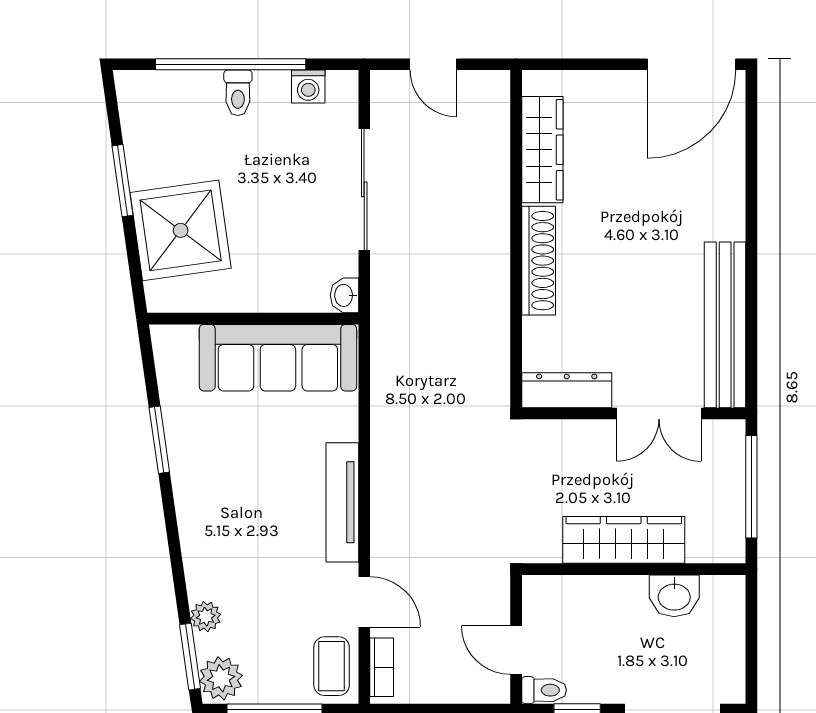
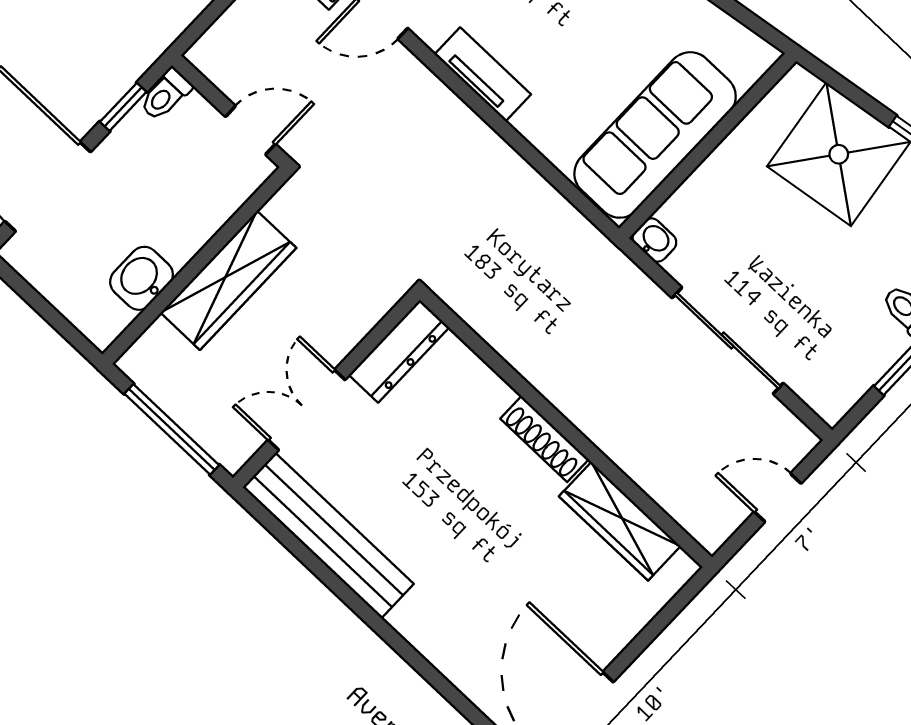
washing machine: (308, 87) -> (858, 375), removed
shoe rack: (539, 261) -> (544, 439), width x0.74, depth x0.81
tv unit: (342, 502) -> (483, 74), width x0.71
door: (516, 650) -> (251, 130), moved

